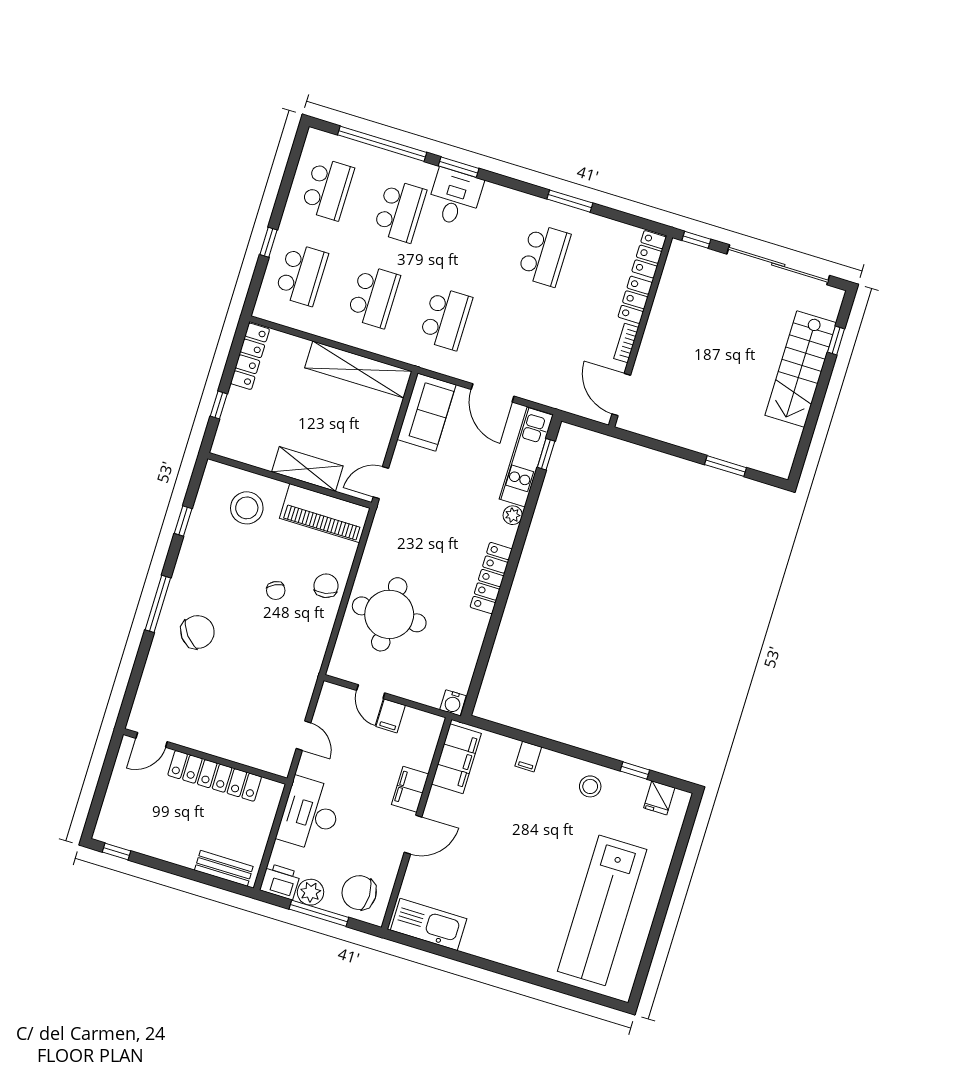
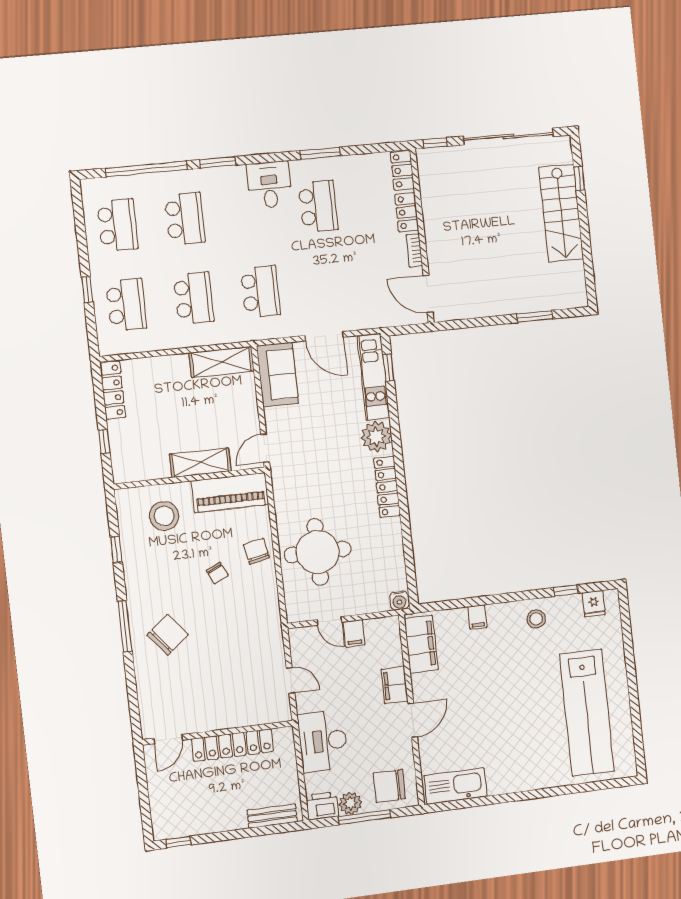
desk: (455, 197) -> (269, 185), moved
shelving: (358, 370) -> (222, 362), width x0.68
plant: (513, 515) -> (376, 437), width x1.88, depth x1.88

